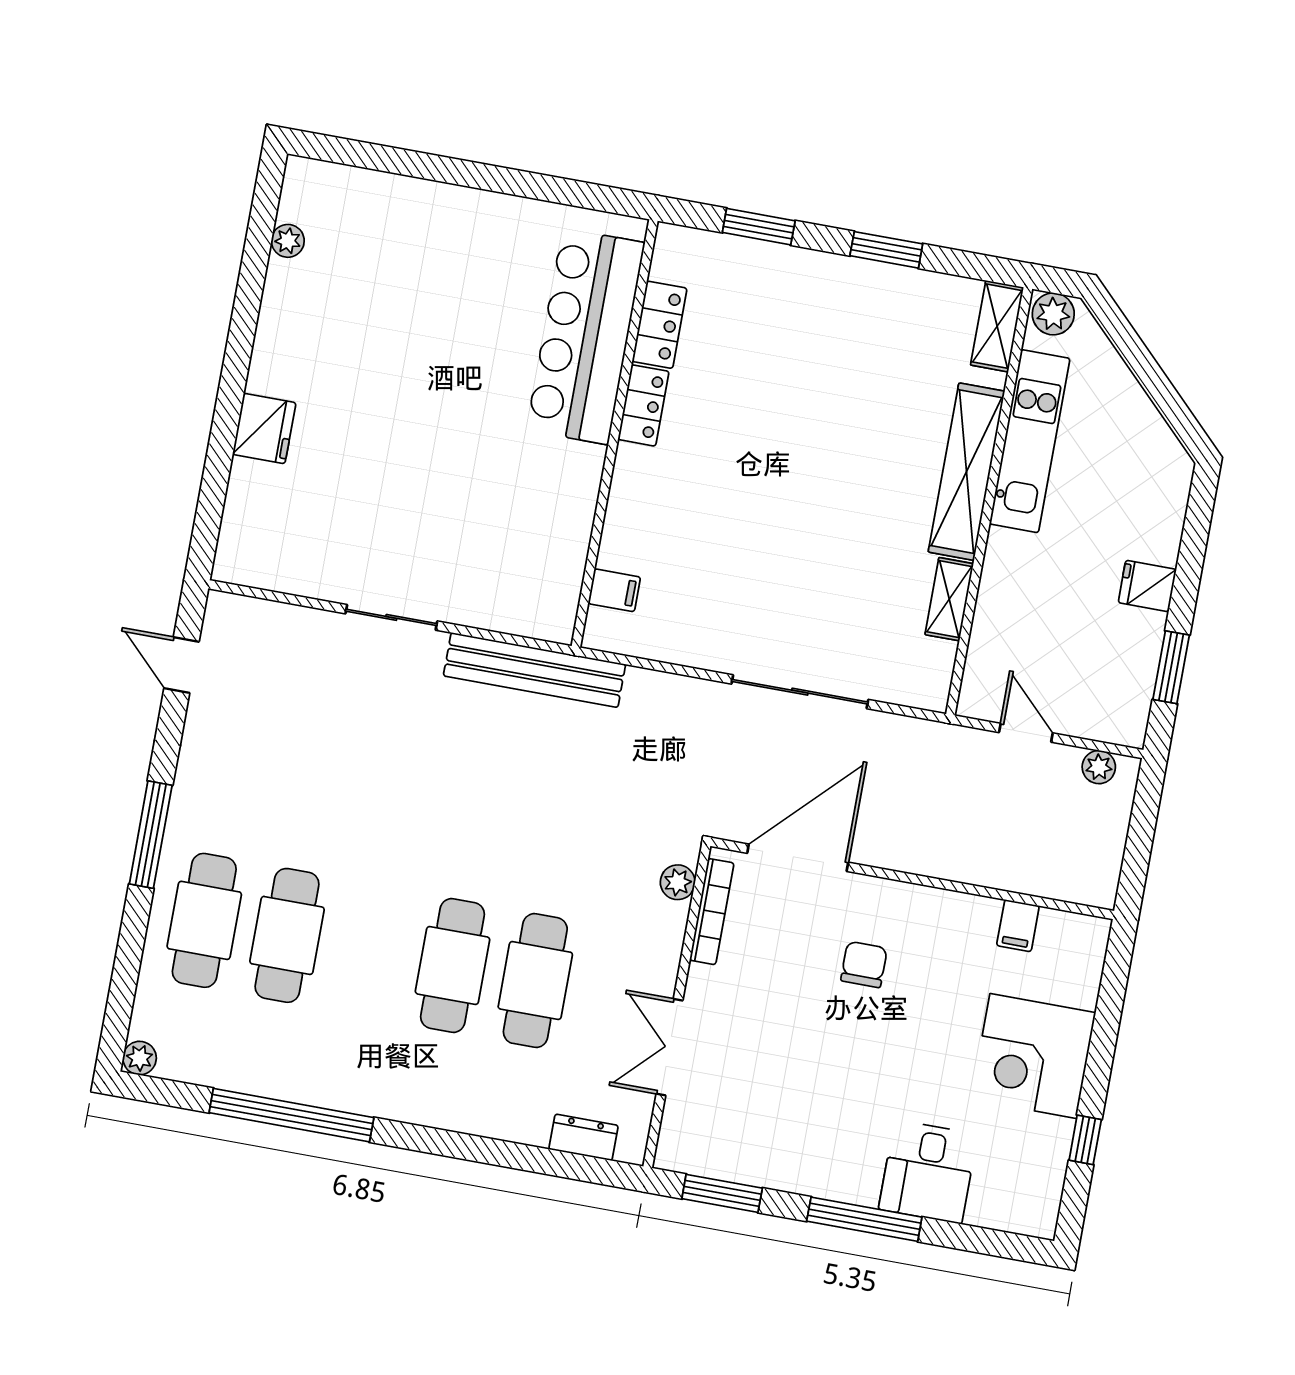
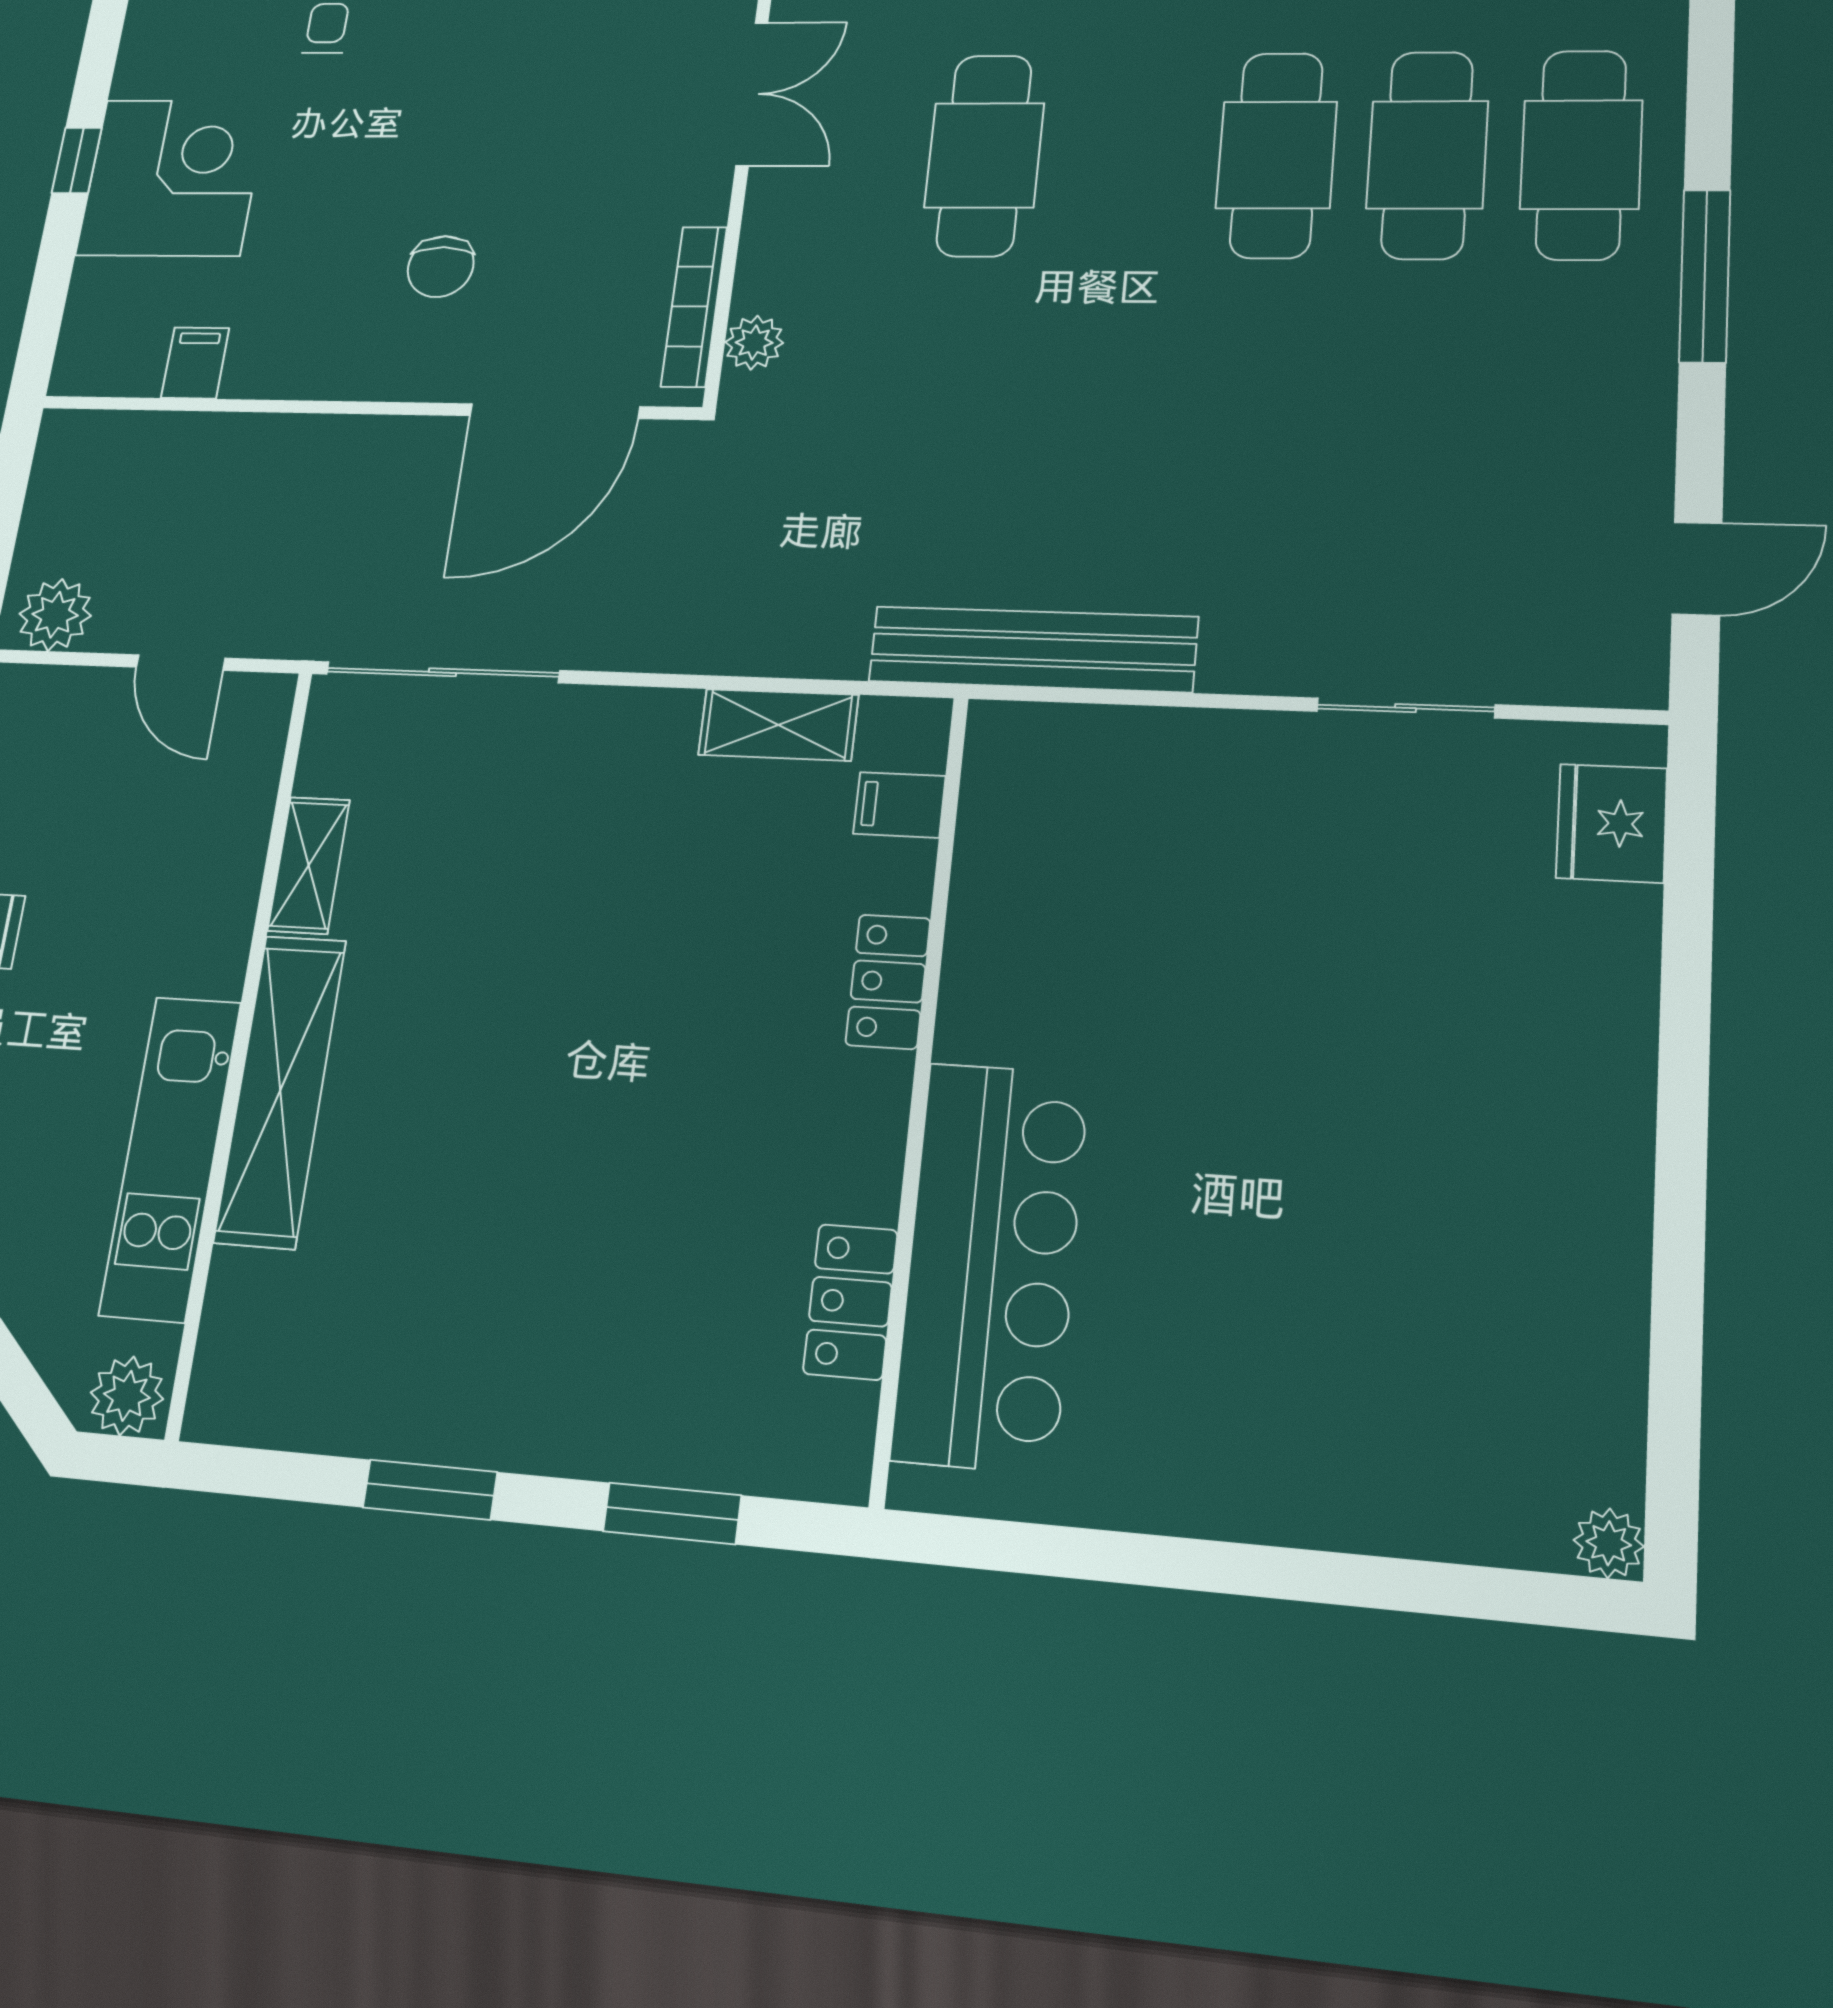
plant: (288, 241) -> (1609, 1543), moved
shelving: (997, 326) -> (778, 725), moved, turned 90
locker: (643, 405) -> (888, 982), moved
fridge: (264, 428) -> (1612, 823), moved
sliding door: (391, 617) -> (1406, 708), moved
door: (182, 665) -> (1697, 568), hinge flipped
sliding door: (800, 692) -> (442, 672), moved
plant: (1099, 767) -> (55, 615), width x1.38, depth x1.38
cafe table: (453, 965) -> (1276, 155), moved
window: (1085, 1140) -> (77, 160), moved

